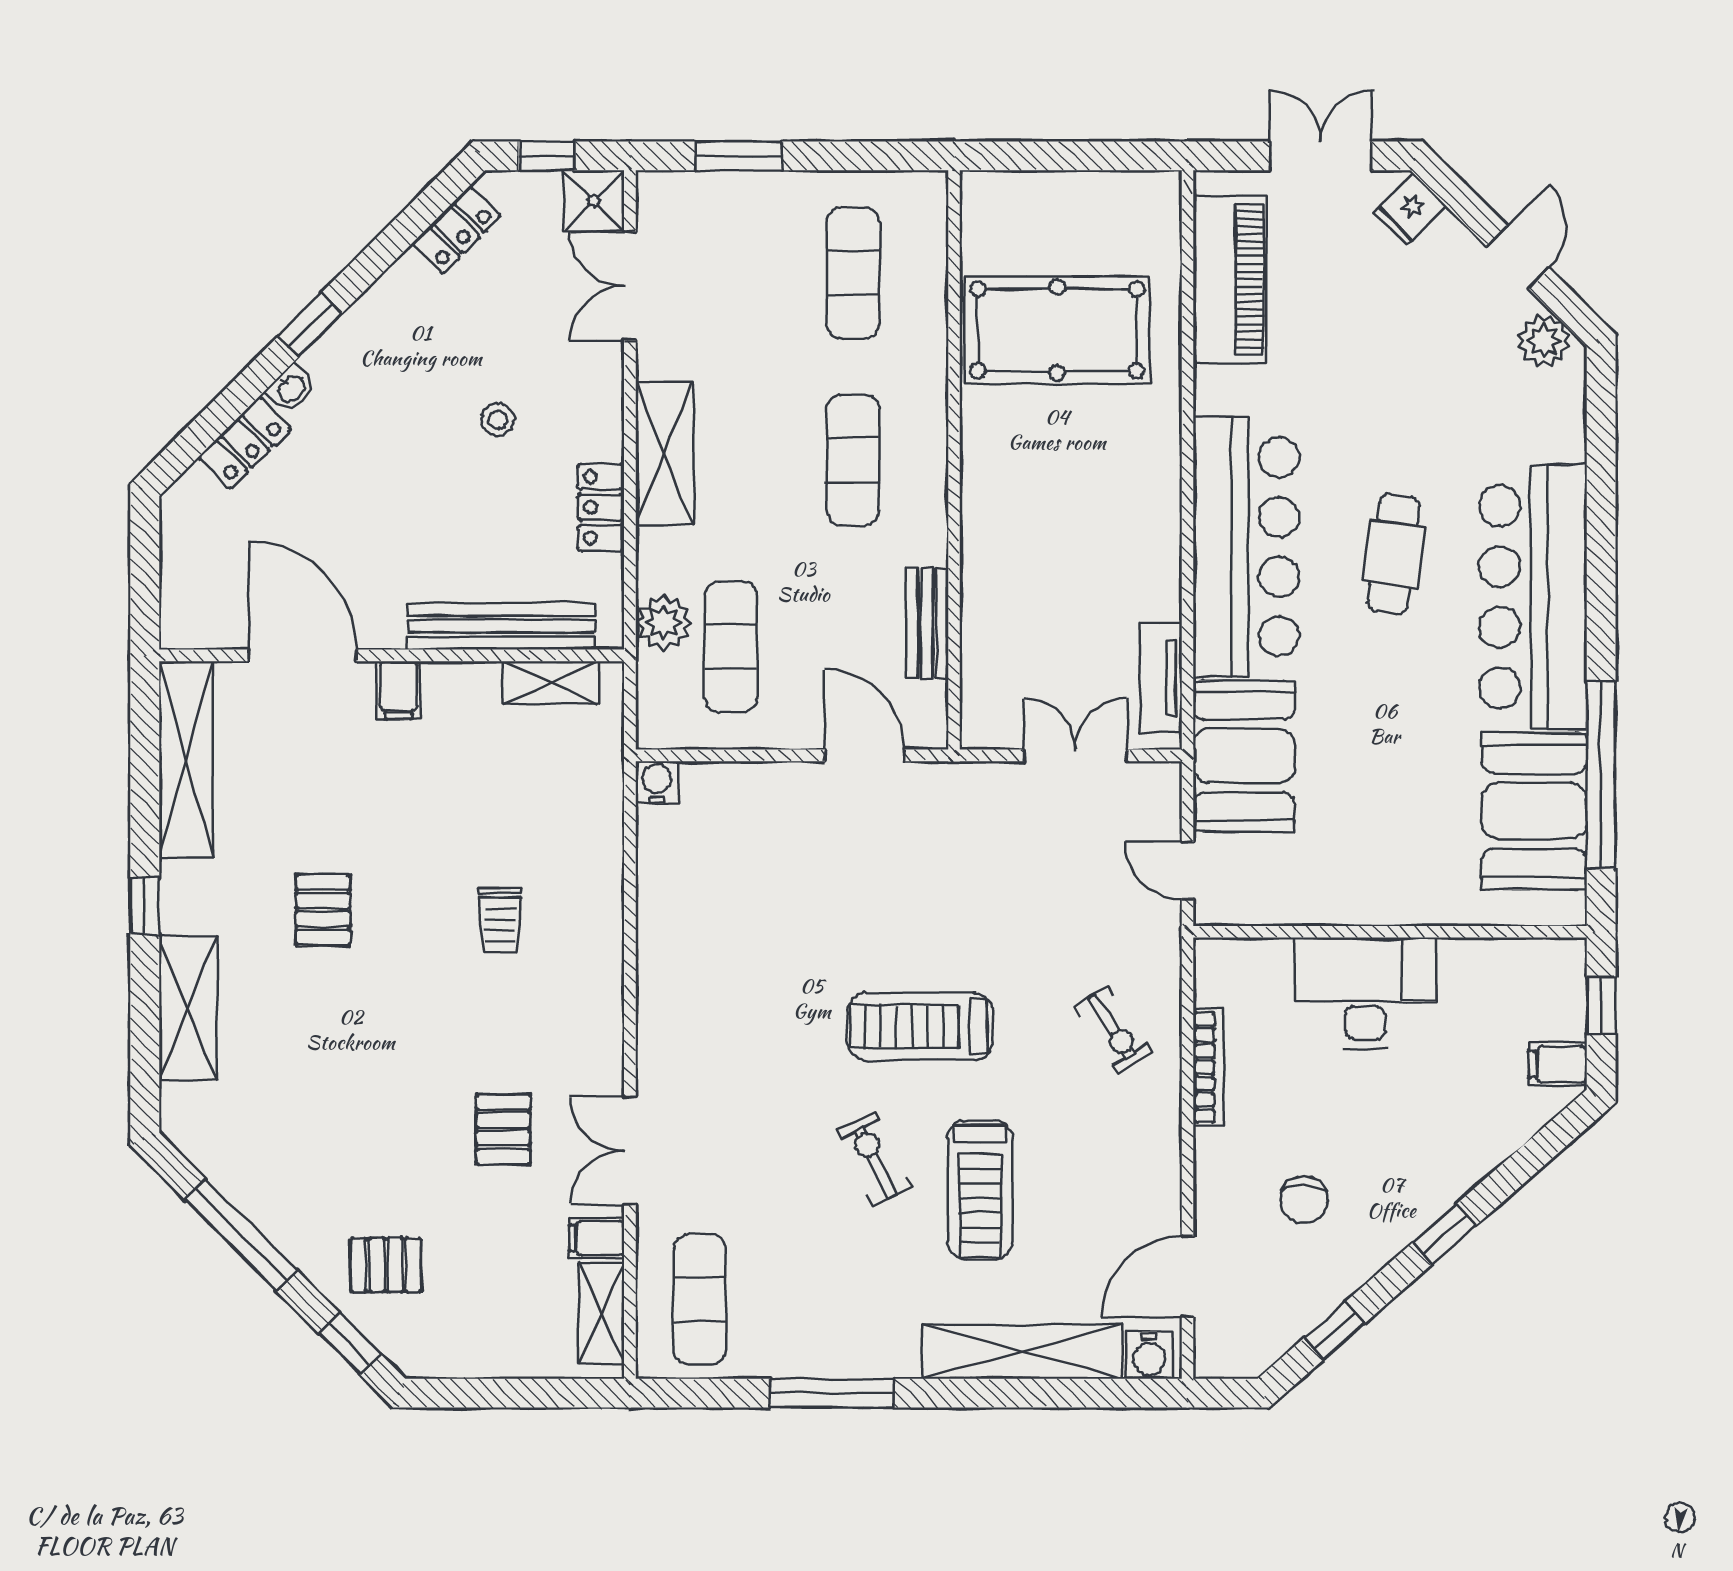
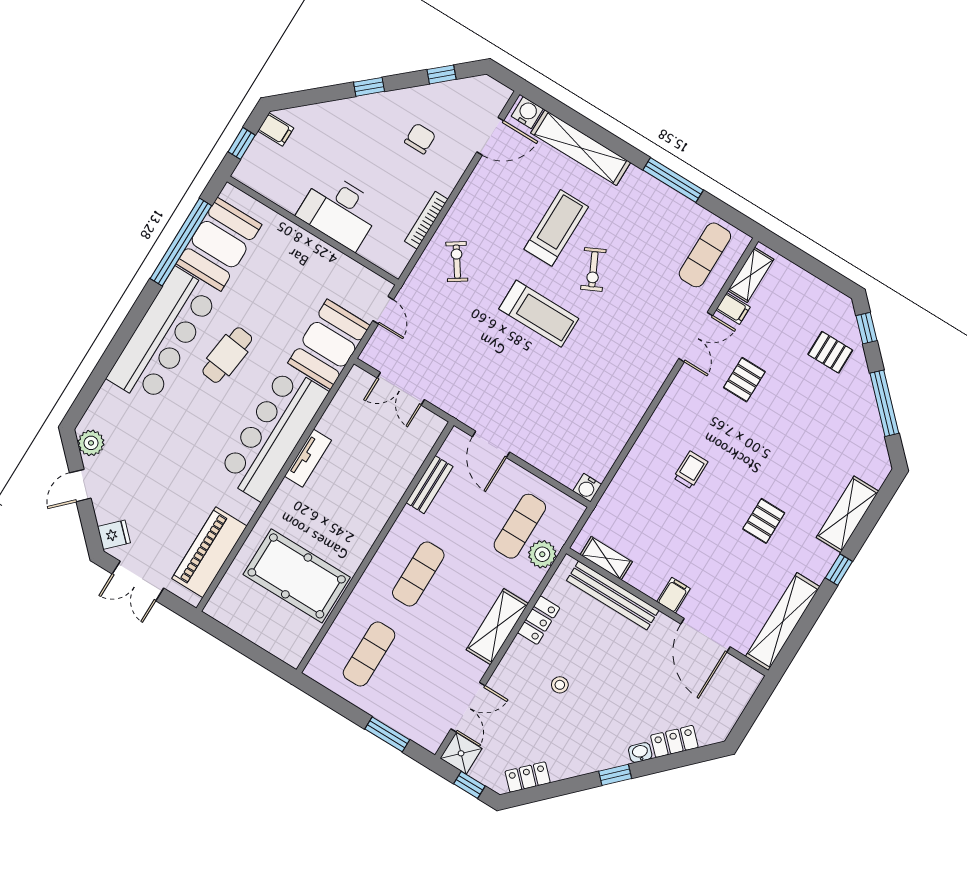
cafe table: (1394, 554) -> (227, 355), moved
tv unit: (1161, 678) -> (308, 458), moved

